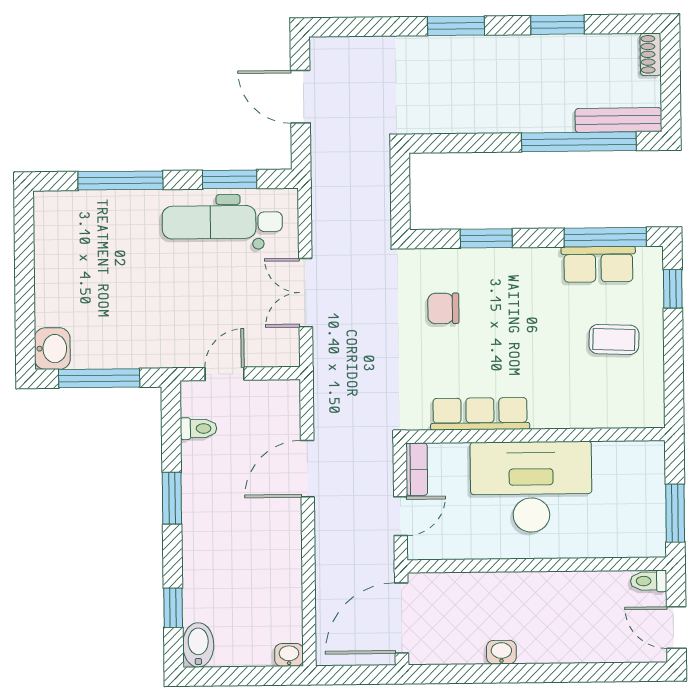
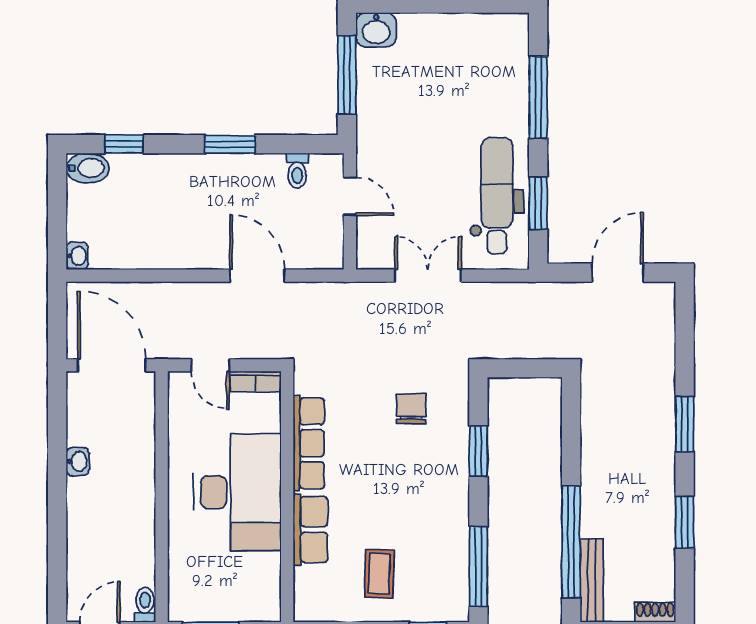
row of seats: (598, 264) -> (310, 529), moved, turned 180

